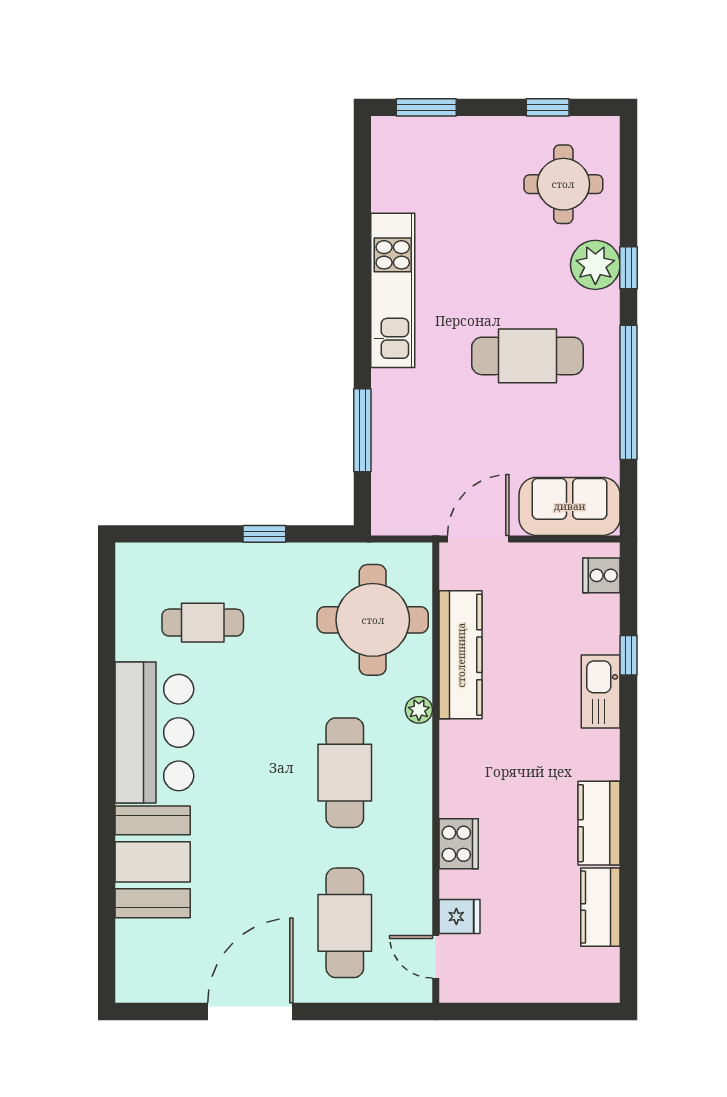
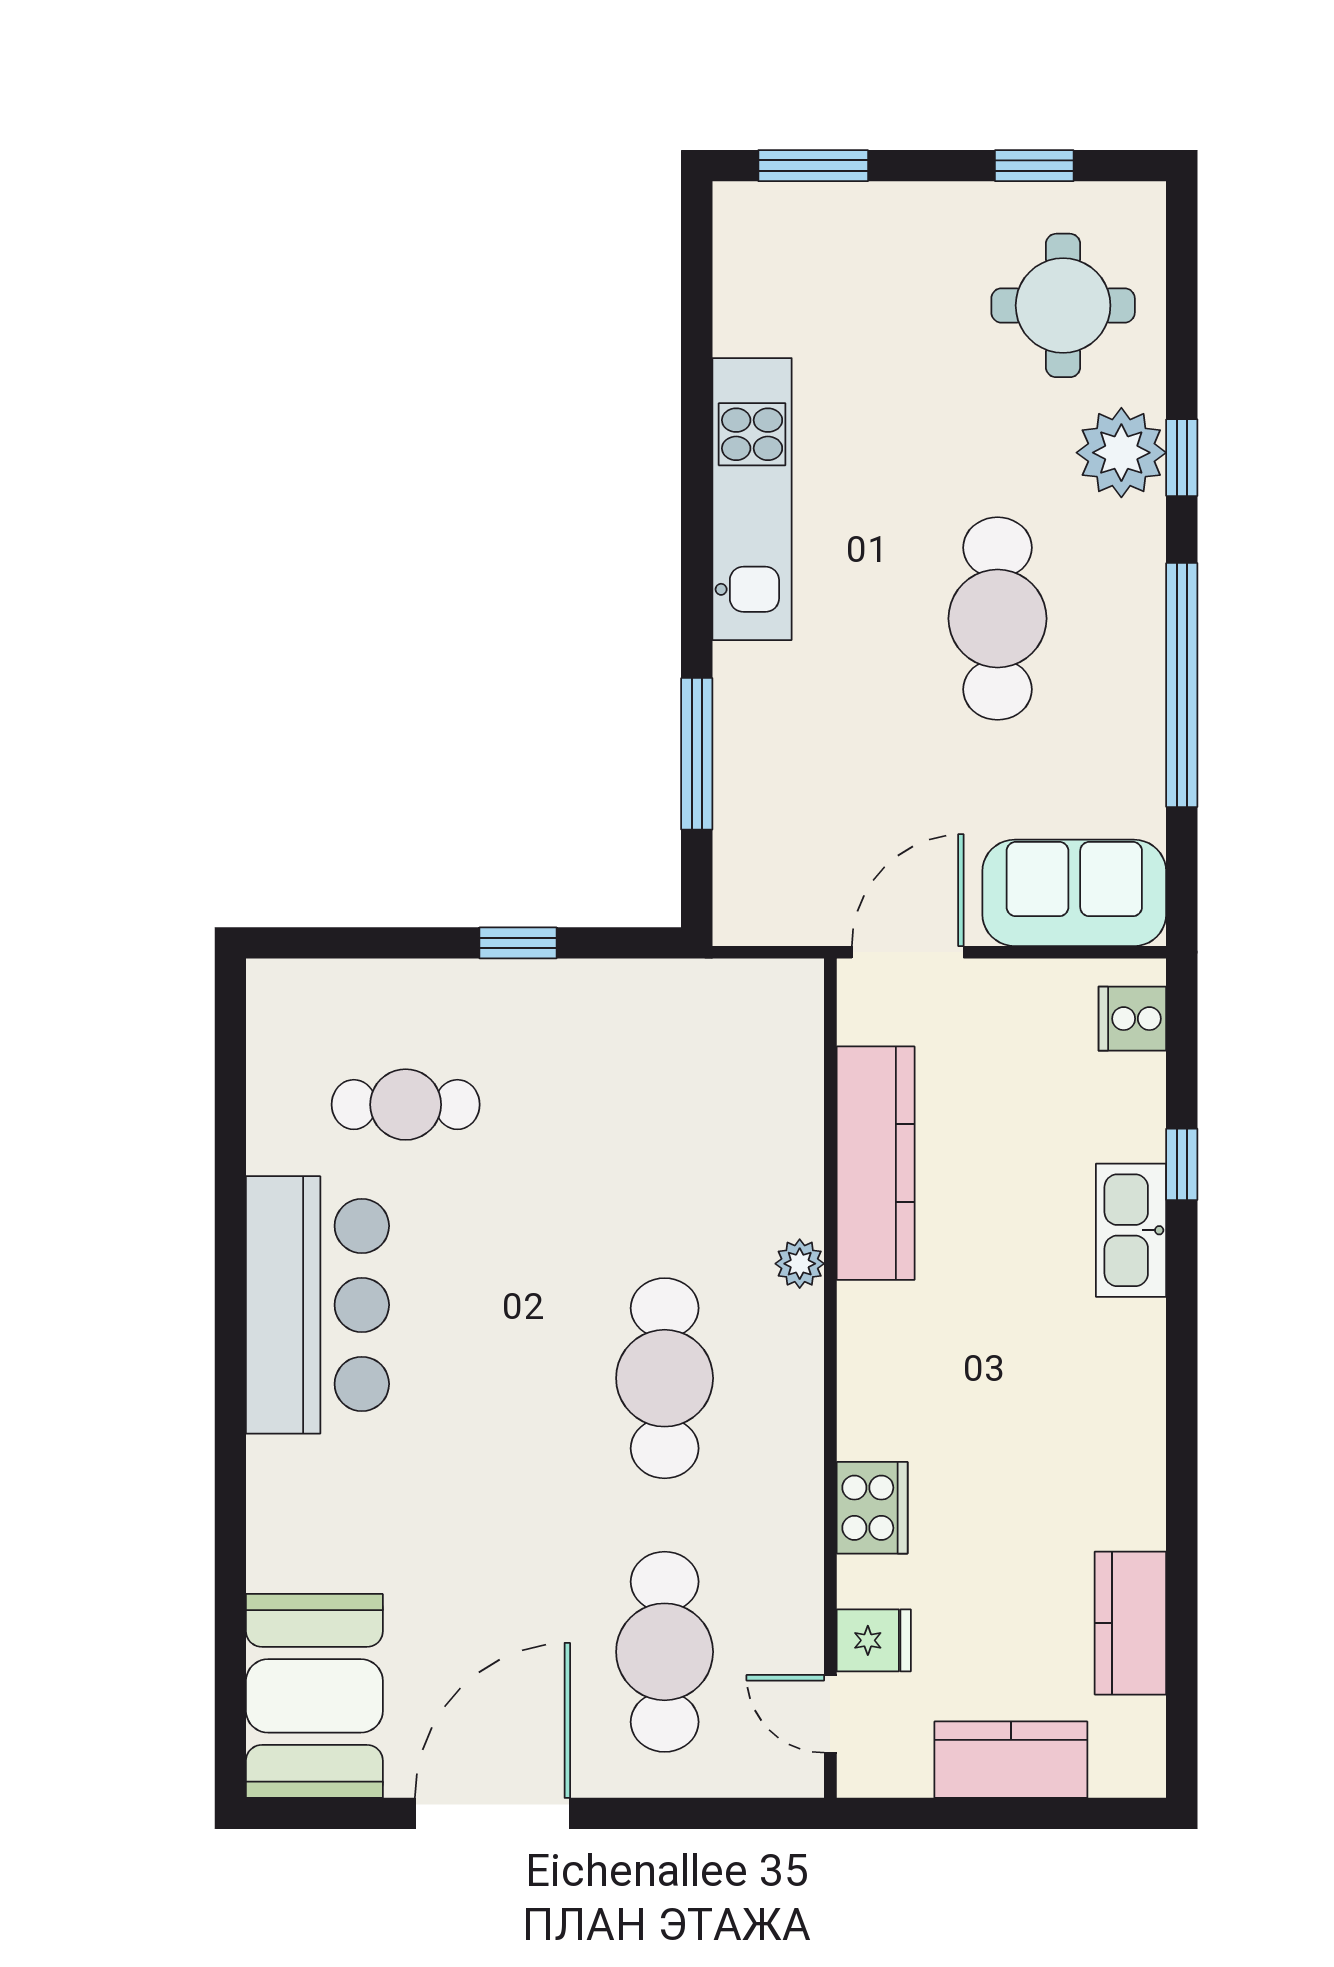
cafe table: (527, 356) -> (998, 619), turned 90
round table: (373, 620) -> (715, 1100), removed
kitchen counter: (599, 823) -> (1011, 1760), moved, turned 90
booth: (153, 862) -> (314, 1696), moved

